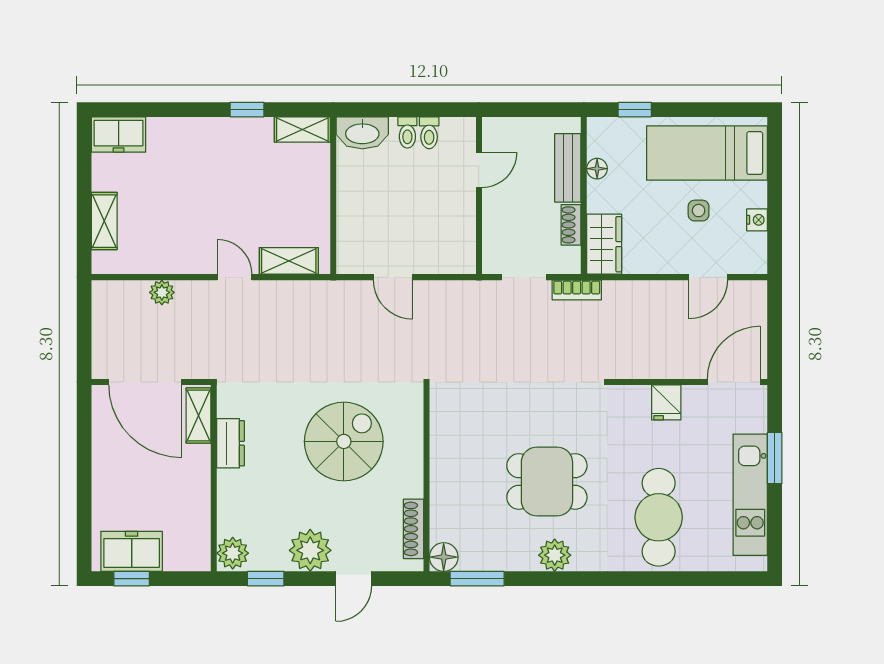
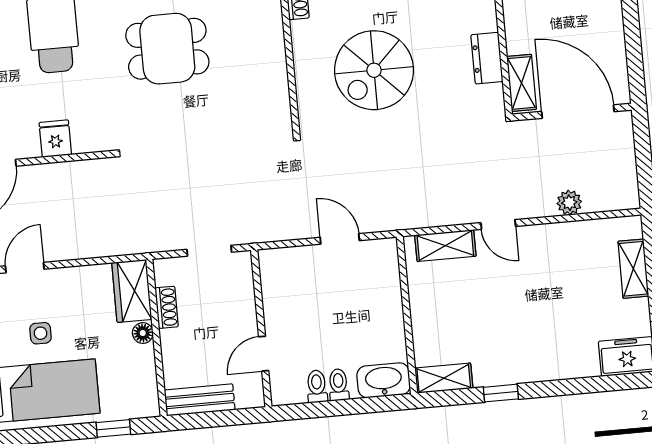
bench: (568, 168) -> (200, 400), moved, turned 90
floor lamp: (597, 169) -> (143, 333), moved
bookcase: (577, 290) -> (155, 243), removed

